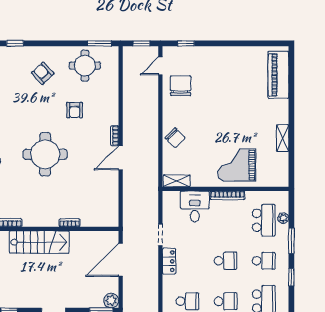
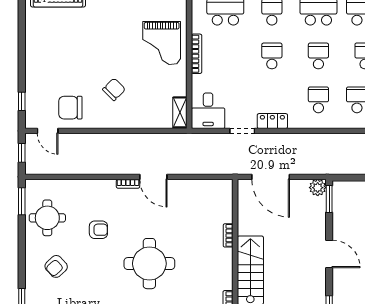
chair: (175, 138) -> (114, 89), moved
desk: (195, 206) -> (208, 111), moved, turned -90

